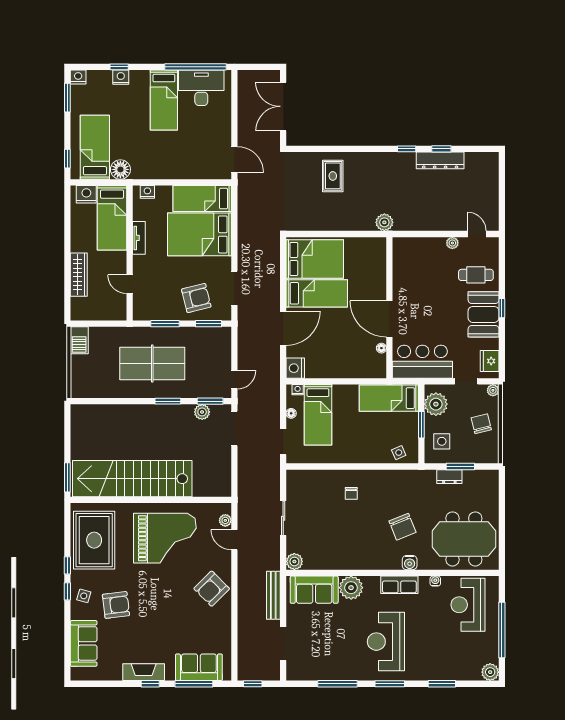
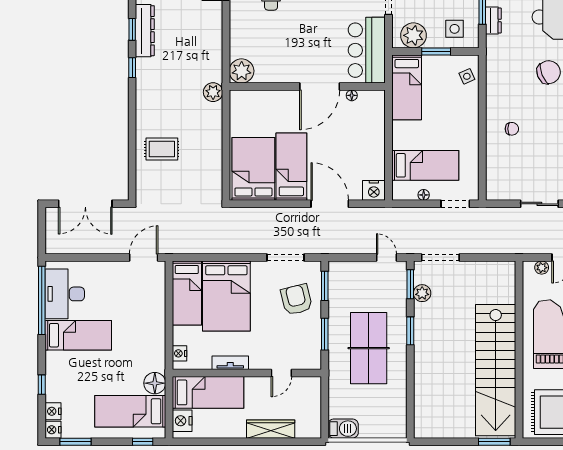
nightstand: (121, 77) -> (53, 411), moved
plant: (452, 243) -> (242, 71), moved, width x1.88, depth x1.88
nightstand: (298, 390) -> (398, 188), removed

